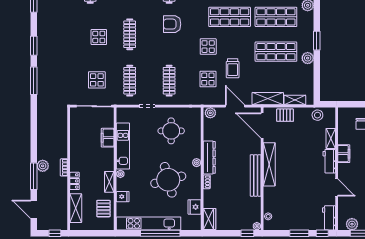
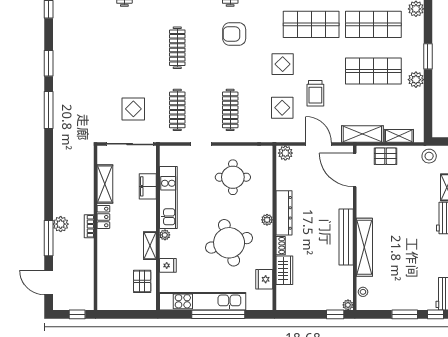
display table: (99, 37) -> (136, 51), removed
shelving: (269, 164) -> (364, 247), moved
locker: (75, 181) -> (103, 217), moved
shelving: (76, 208) -> (105, 184), moved
wardrobe: (210, 219) -> (284, 270), moved

